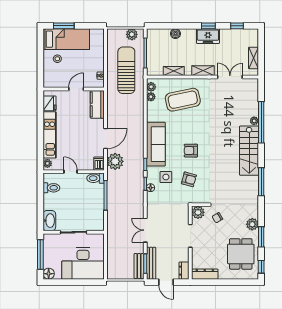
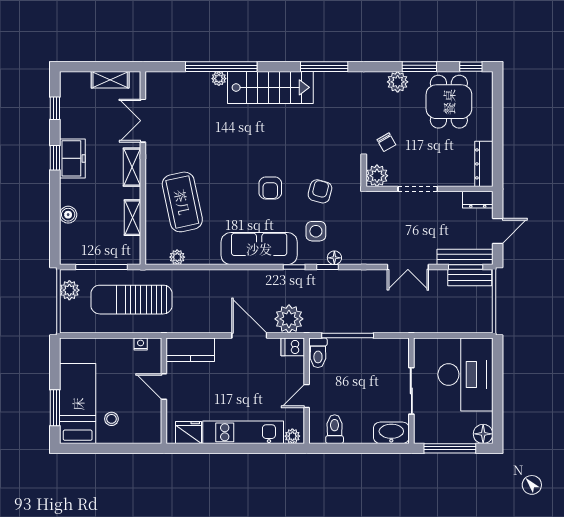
plant: (151, 87) -> (160, 257), removed
dining table: (241, 254) -> (449, 102), turned 90

